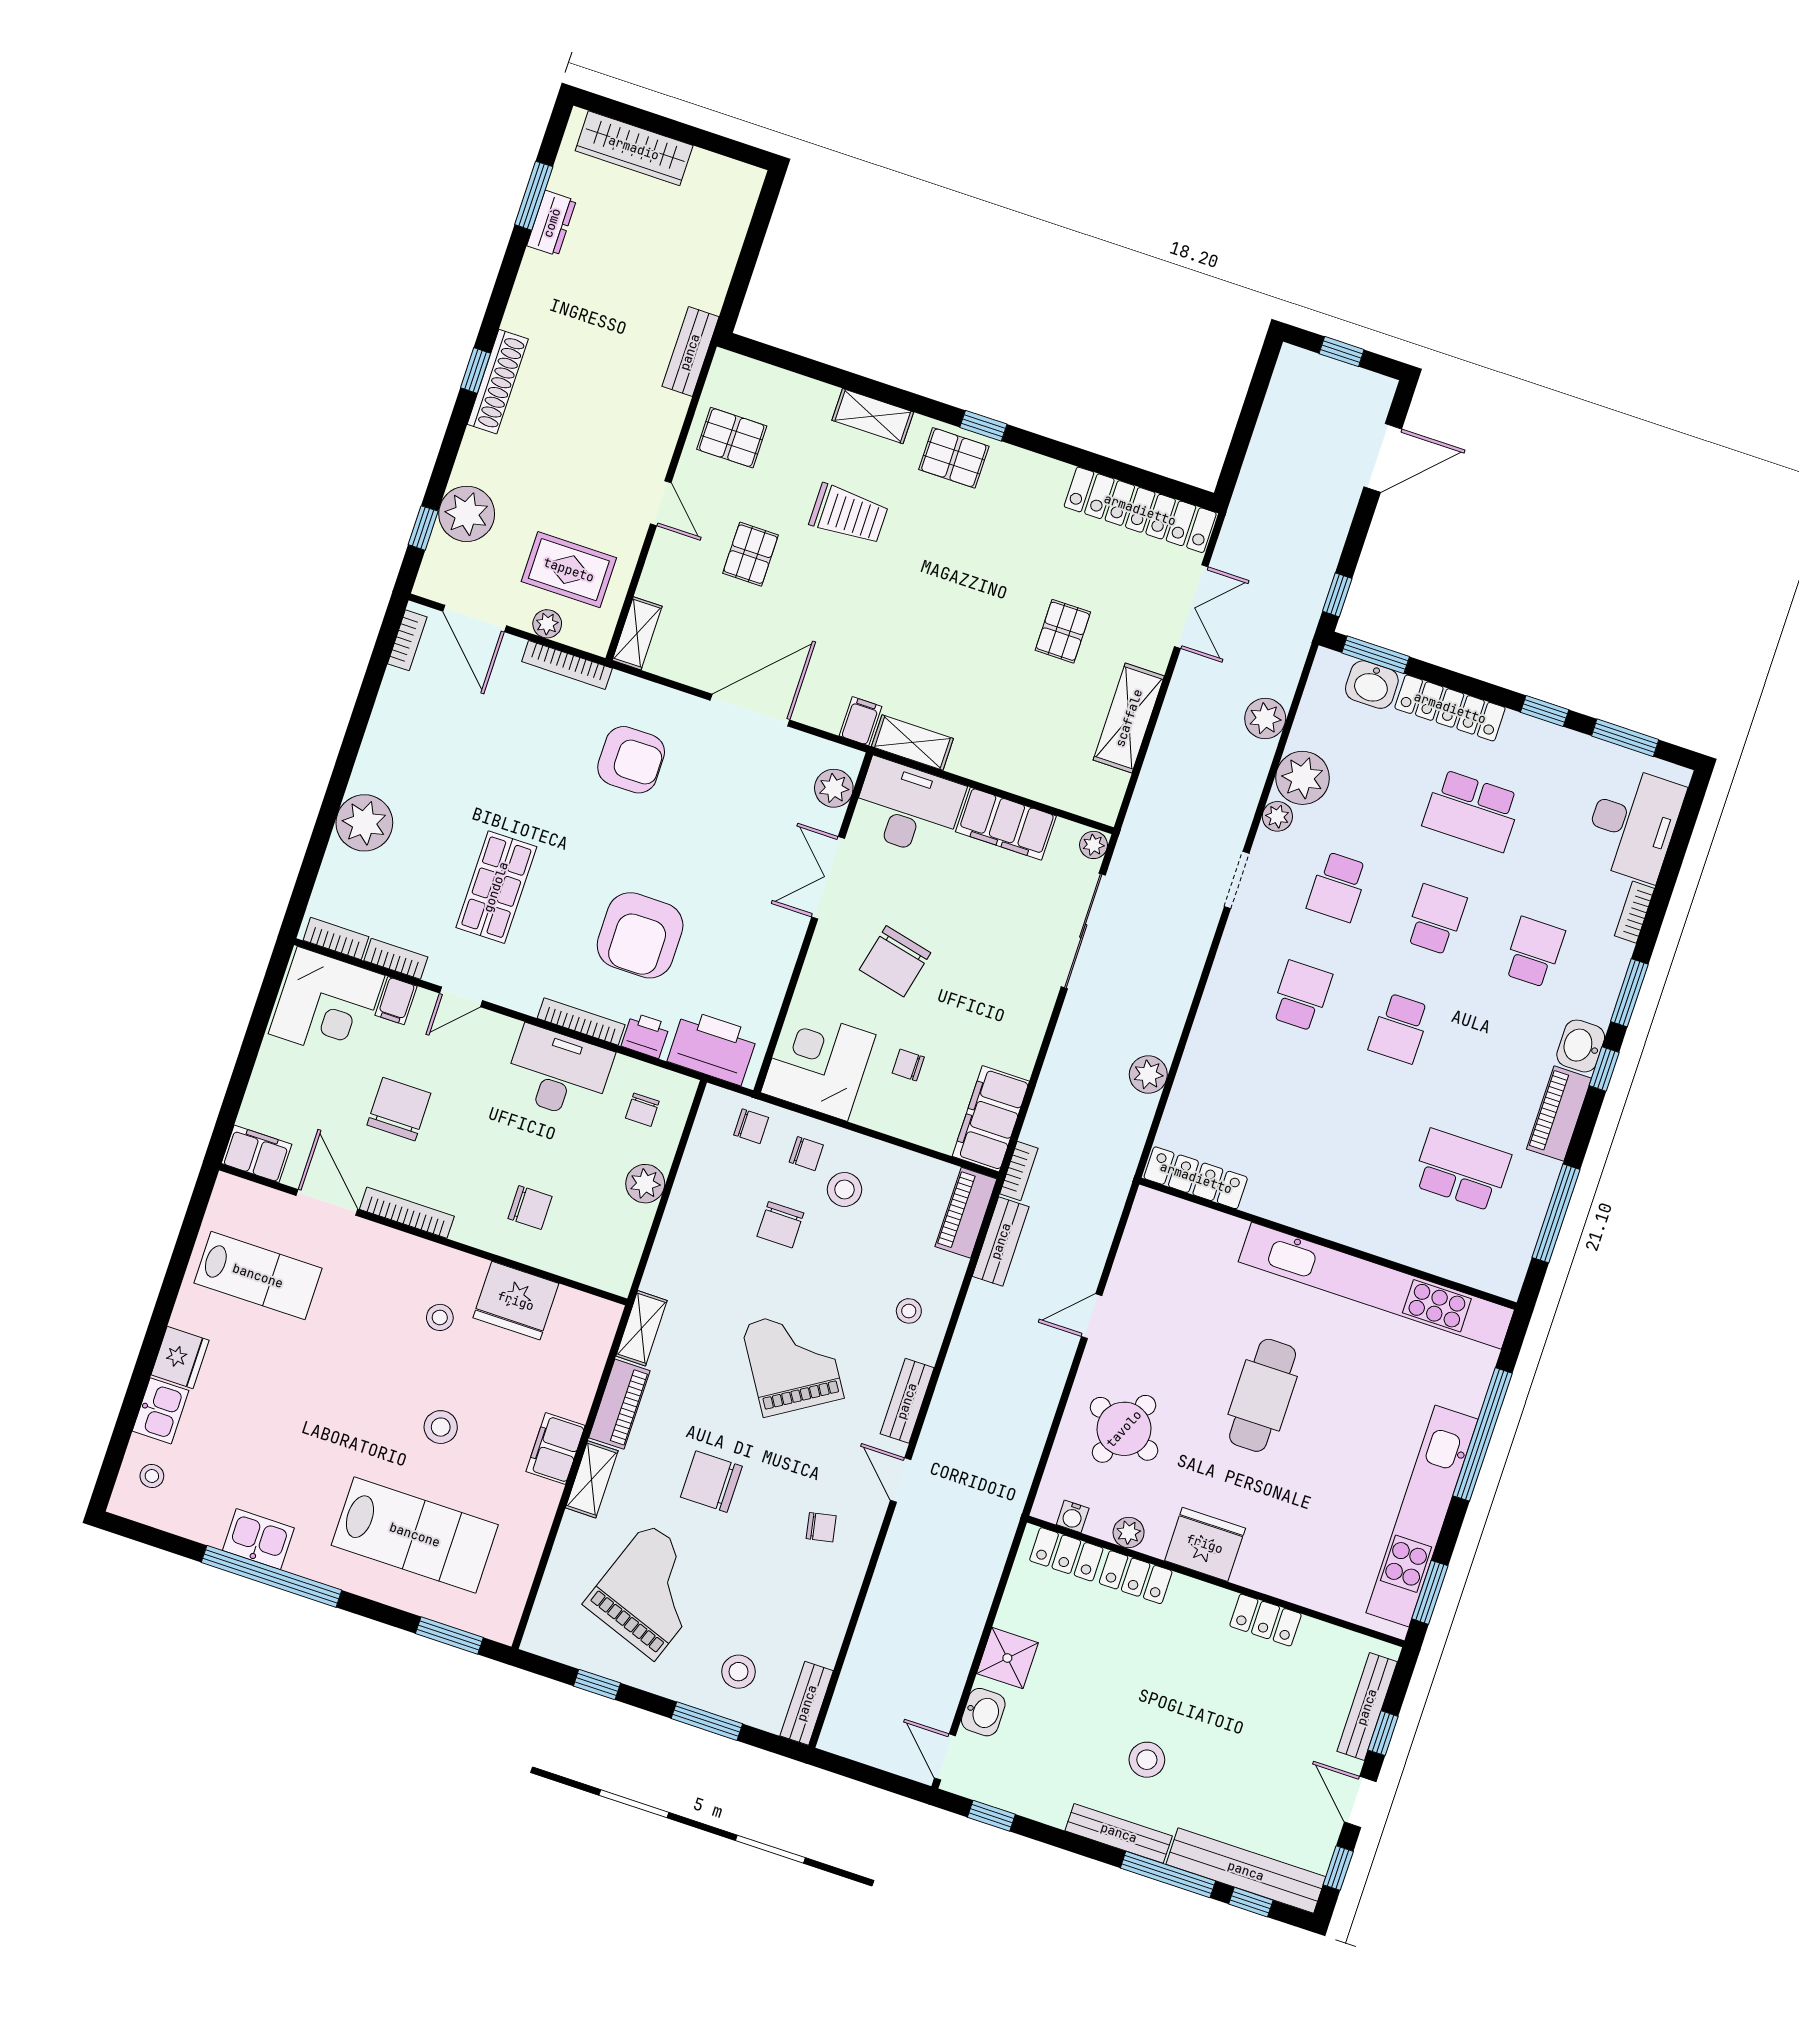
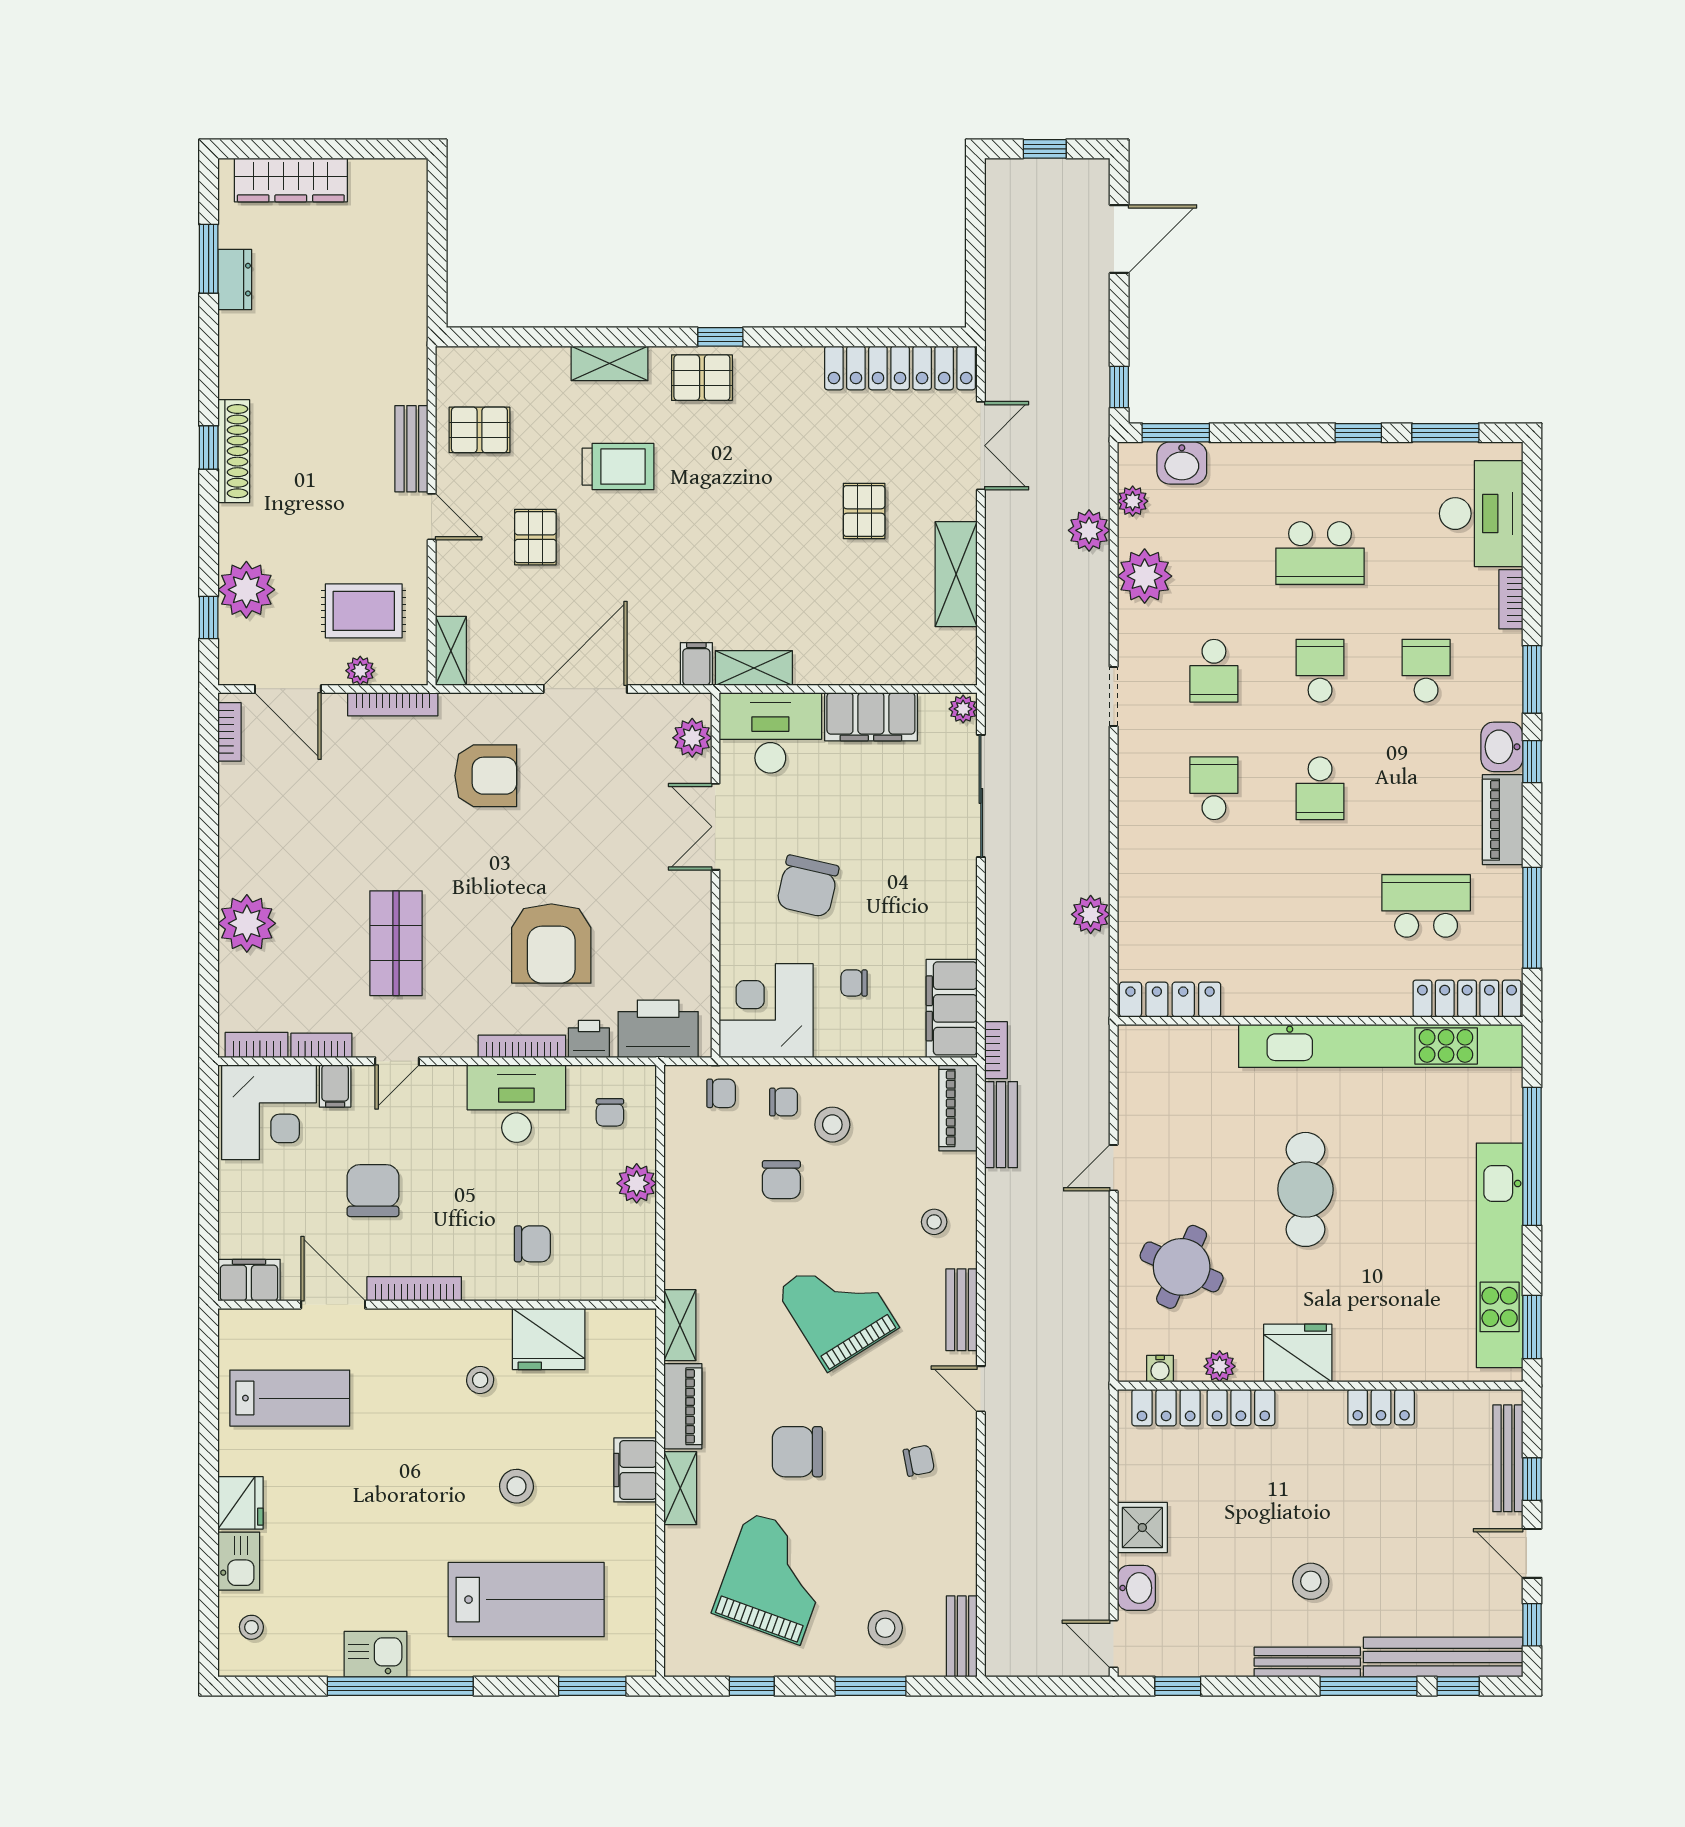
bench: (690, 352) -> (411, 449), moved
locker: (1450, 708) -> (1467, 999), moved, turned 180
plant: (1277, 816) -> (1133, 501), moved

